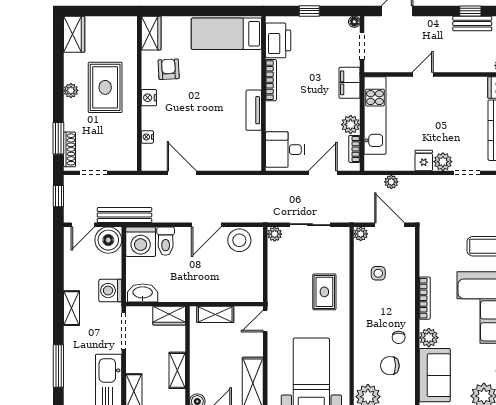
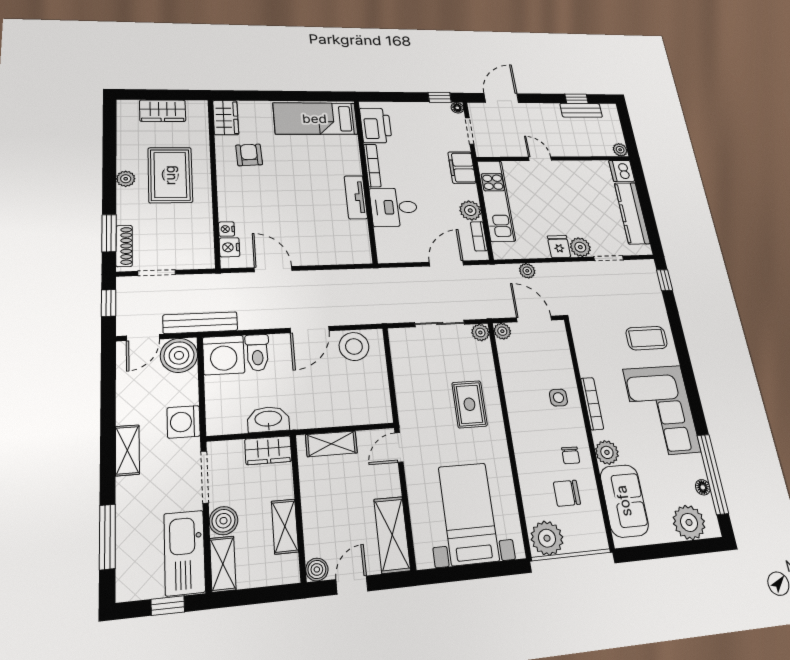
window: (309, 11) -> (440, 97), moved
wardrobe: (74, 34) -> (163, 111), moved, turned 90
door: (423, 74) -> (540, 159), hinge flipped
nightstand: (149, 98) -> (229, 247), moved
desk: (285, 150) -> (394, 207), moved
plant: (275, 234) -> (480, 332), moved
side table: (378, 273) -> (558, 398), moved
washbasin: (143, 293) -> (268, 419), moved
boiler: (135, 363) -> (223, 521), added

